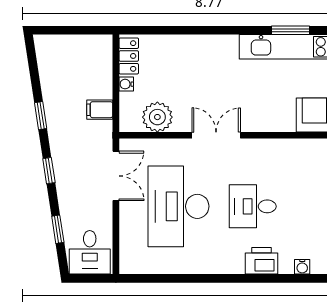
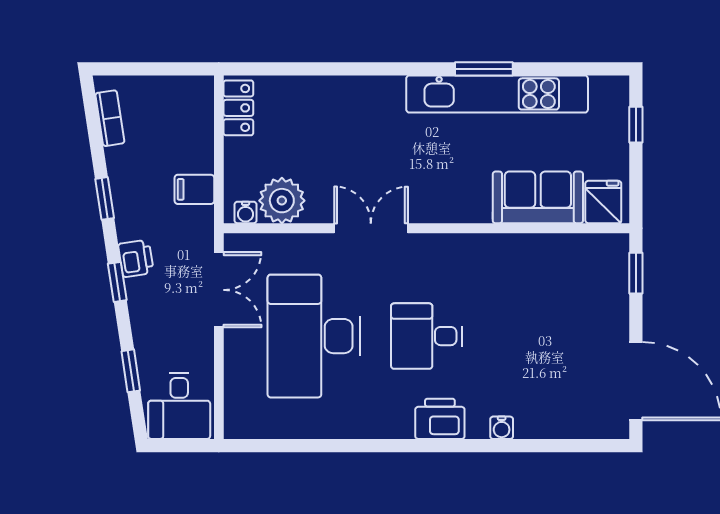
bookcase: (44, 63) -> (110, 118), added
water cooler: (126, 84) -> (246, 212), moved, turned -90
printer: (61, 155) -> (136, 258), added

